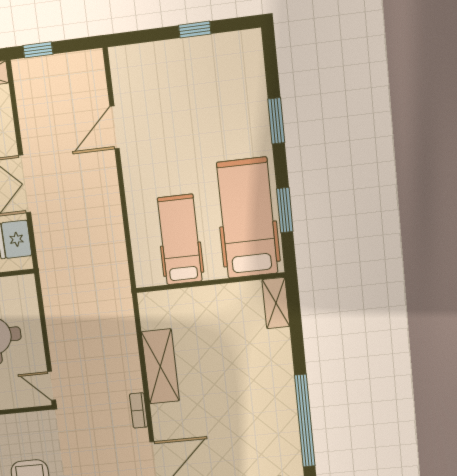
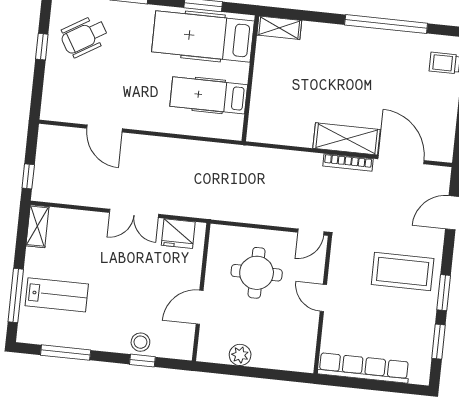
wheelchair: (218, 78) -> (84, 36), added
shelving: (160, 366) -> (347, 139), moved
bookcase: (139, 410) -> (348, 162), width x1.56

